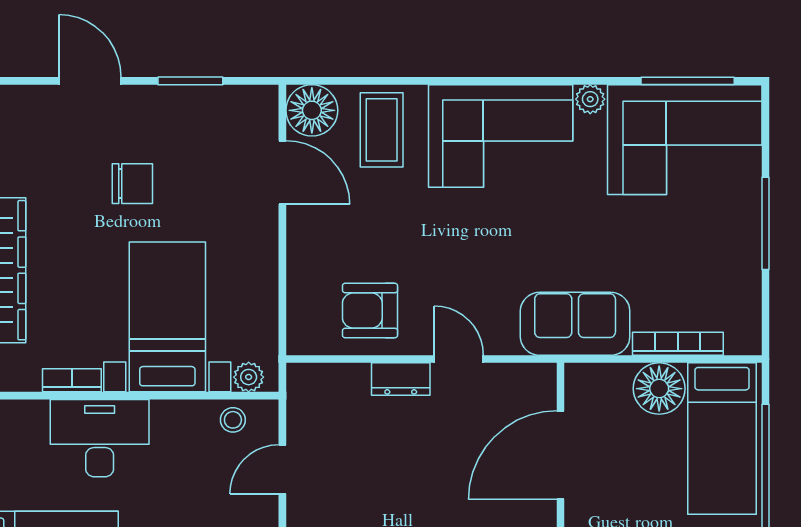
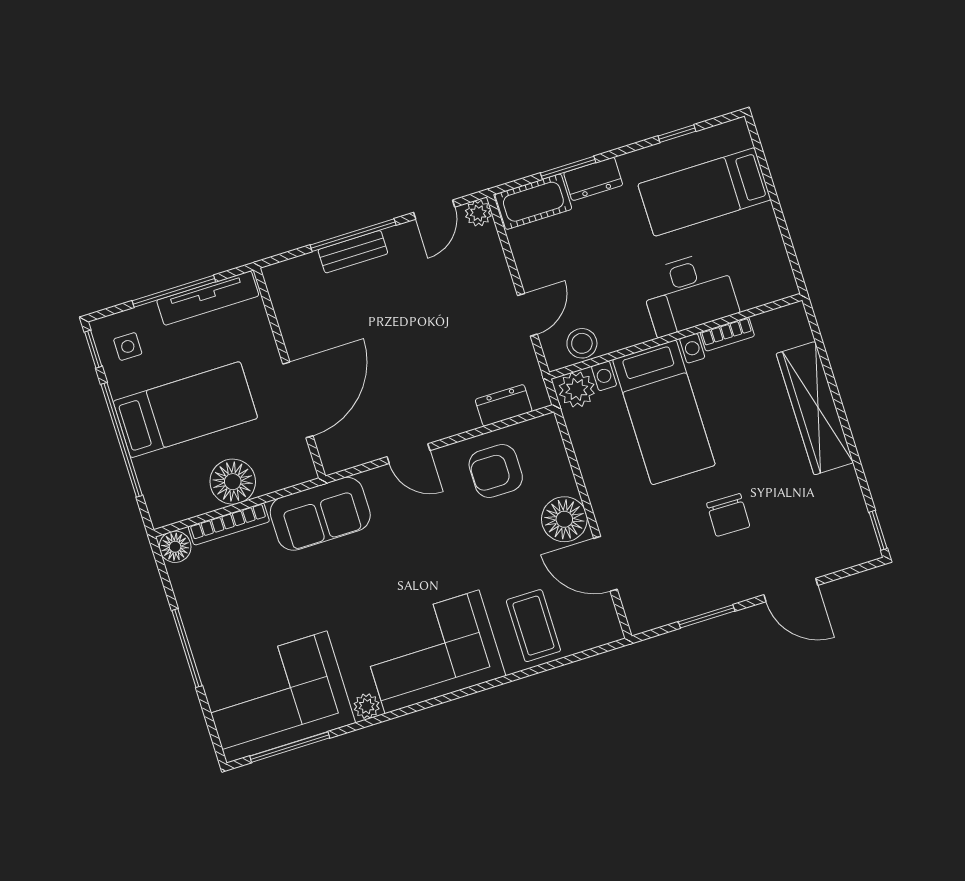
floor lamp: (312, 110) -> (564, 519), moved
chair: (132, 184) -> (728, 515), turned -89
armchair: (370, 311) -> (496, 471), turned 180
floor lamp: (744, 337) -> (175, 547), added
plant: (249, 377) -> (577, 390), width x1.38, depth x1.38
dresser: (401, 379) -> (504, 405), moved
stool: (233, 420) -> (582, 343), width x1.37, depth x1.37
bed: (722, 439) -> (185, 410), moved, turned 90

